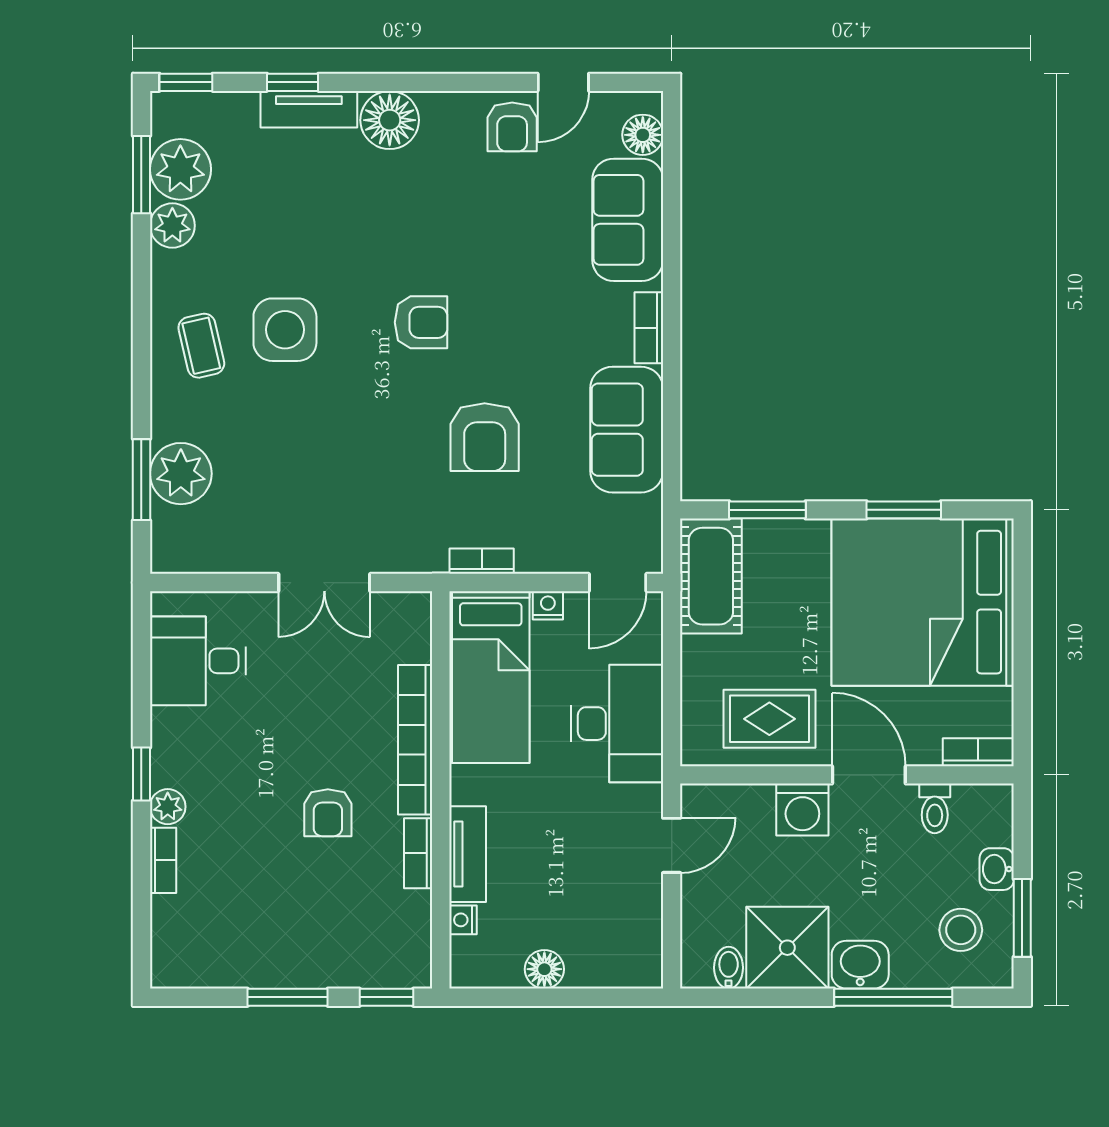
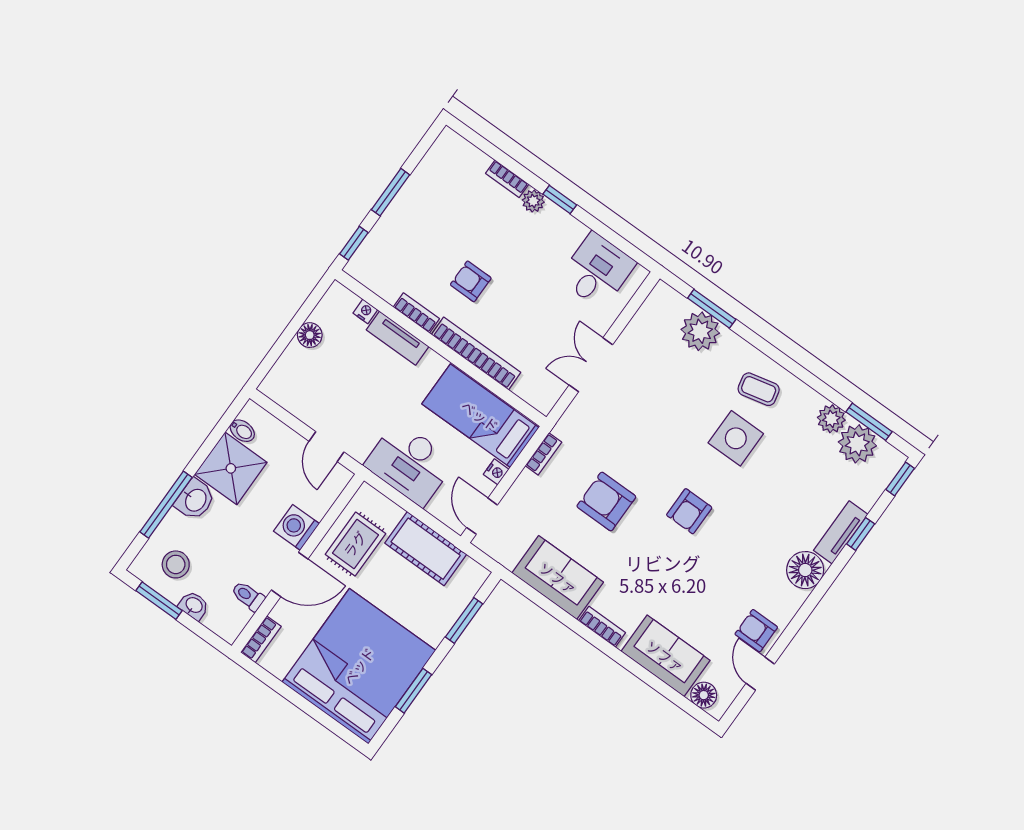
cot: (711, 576) -> (426, 549), moved

